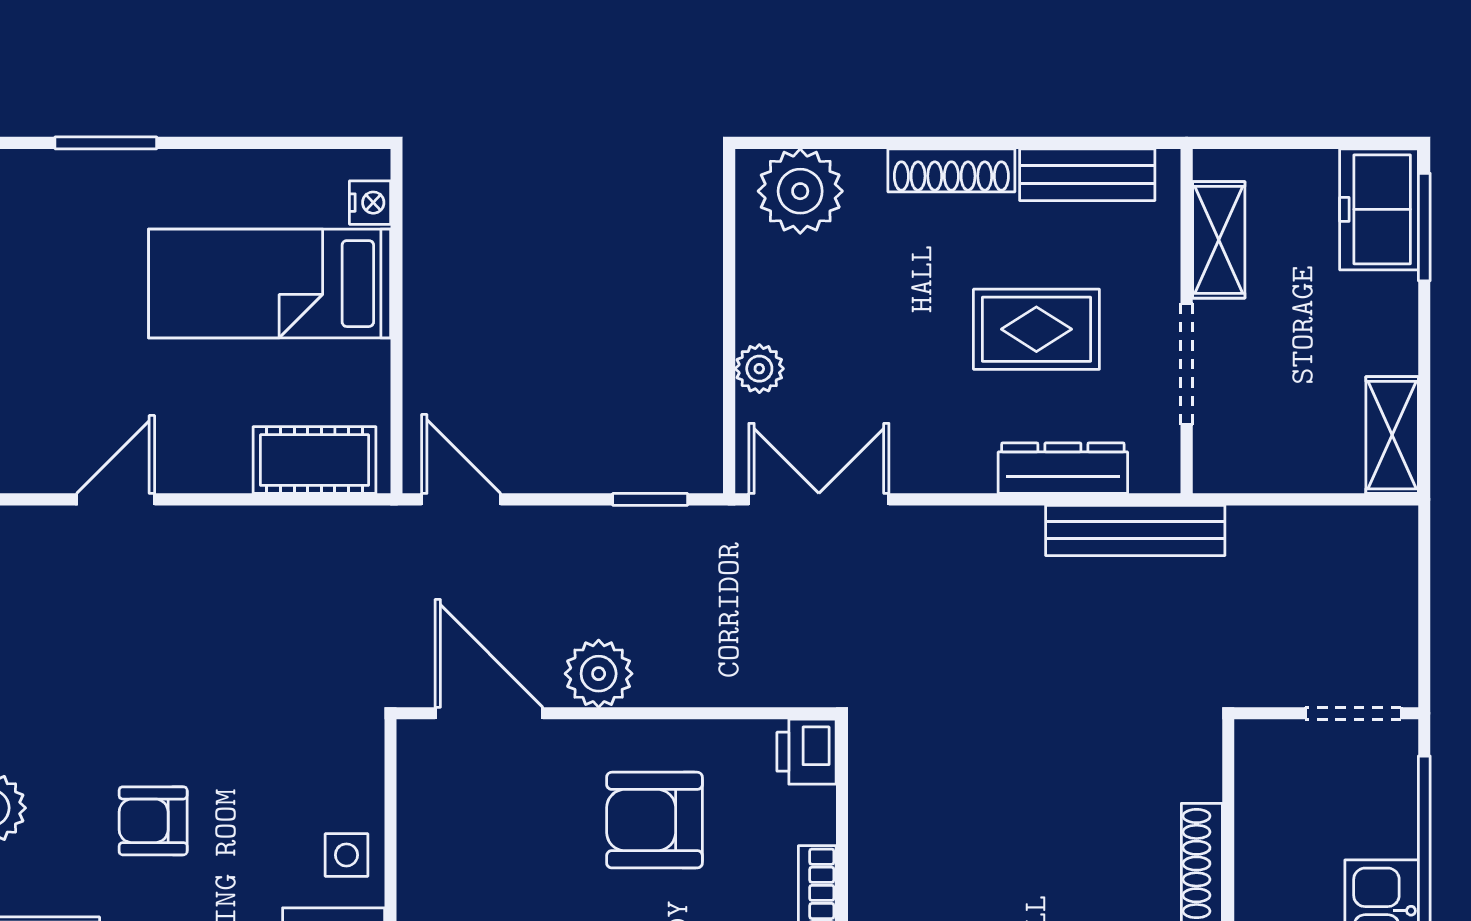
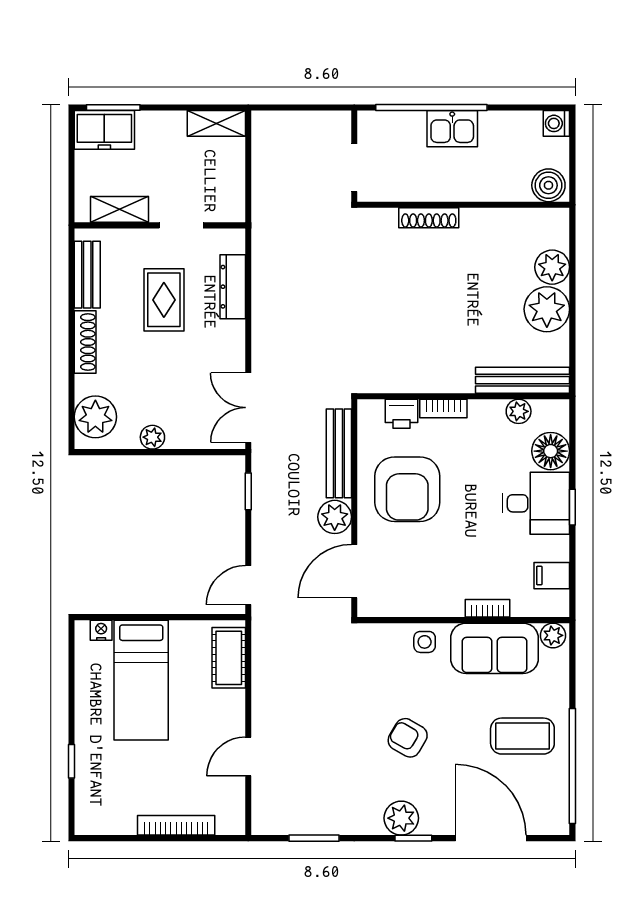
window: (106, 143) -> (71, 761), width x0.67
doorway: (1187, 364) -> (181, 225), width x0.73
plant: (759, 369) -> (152, 437), moved
door: (116, 499) -> (248, 756), hinge flipped
bench: (1135, 530) -> (339, 453), moved
doorway: (1353, 713) -> (354, 168), moved
printer: (807, 752) -> (402, 414), moved
armchair: (654, 820) -> (407, 489), width x1.36, depth x1.36
armchair: (153, 821) -> (408, 738), turned 120

